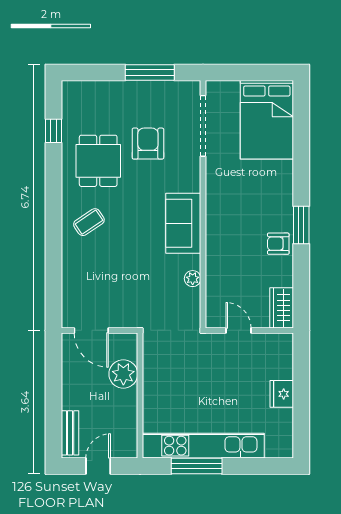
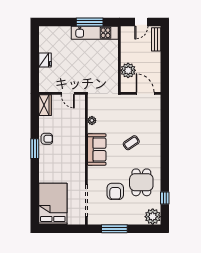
plant: (77, 96) -> (153, 217), added
coffee table: (89, 222) -> (131, 143), moved
kitchen unit: (203, 446) -> (95, 33), width x0.73

